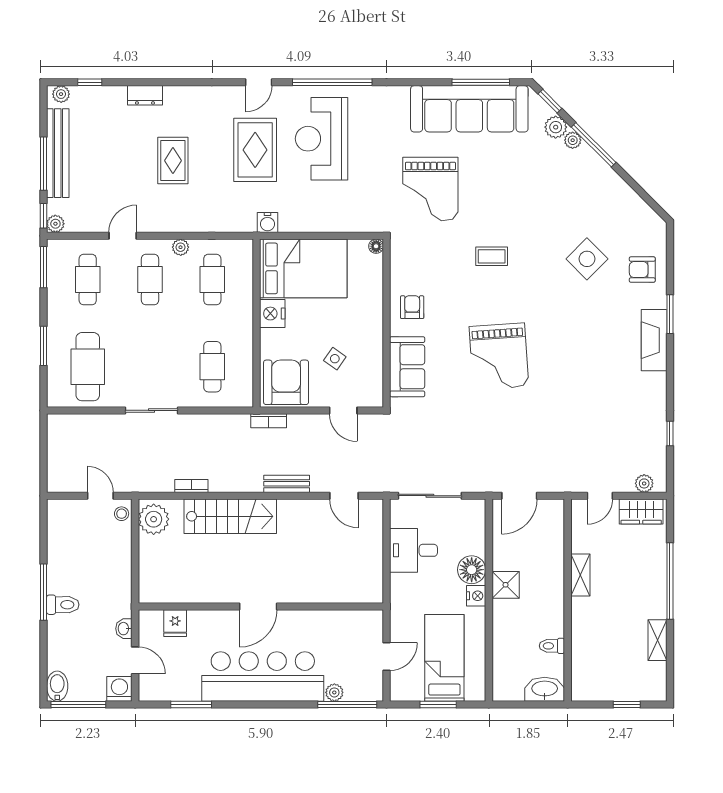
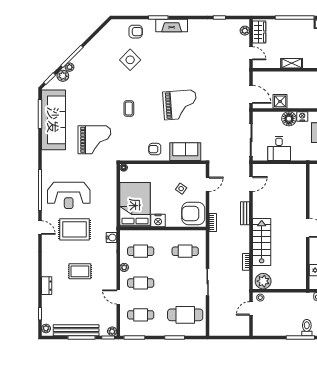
water cooler: (267, 222) -> (112, 237), moved
armchair: (642, 270) -> (136, 32), turned -90
shower: (506, 585) -> (280, 101), moved

